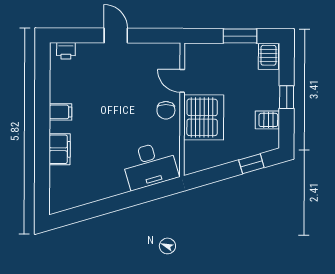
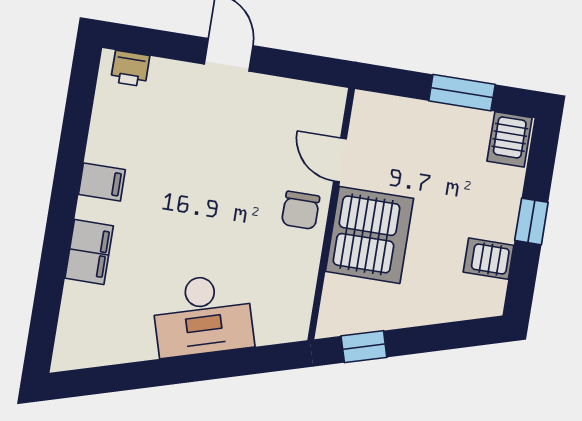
window: (251, 164) -> (364, 347), moved
desk: (150, 165) -> (203, 315), moved

